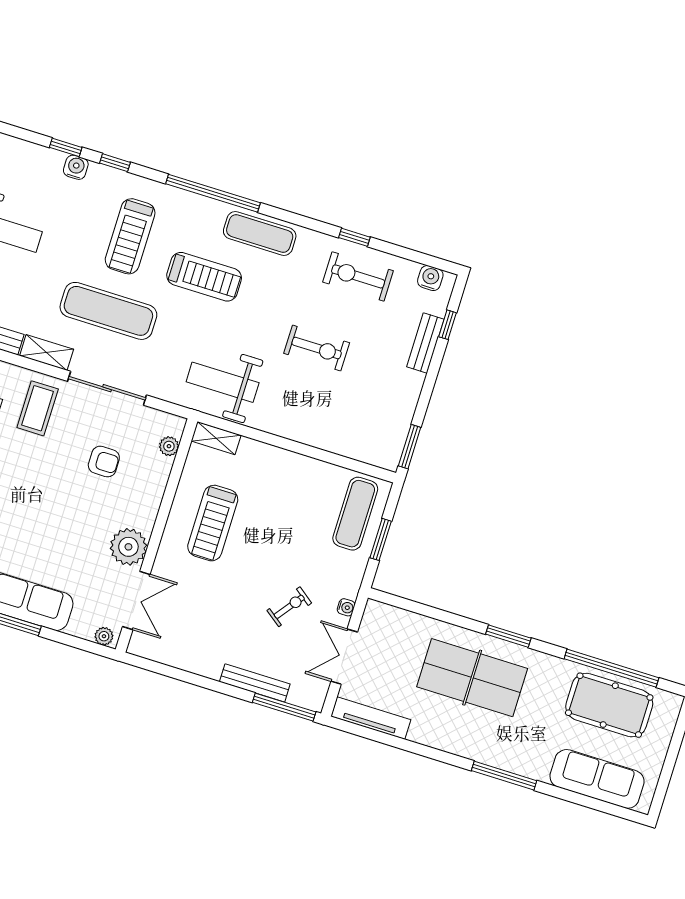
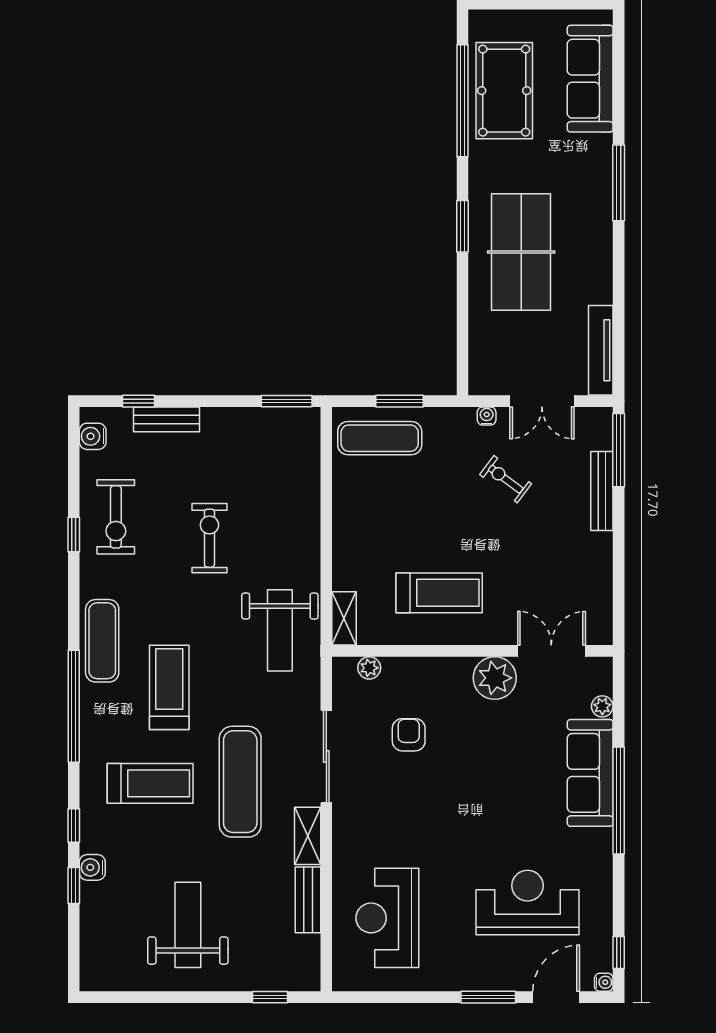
coffee table: (38, 408) -> (373, 827), removed
plant: (104, 636) -> (602, 706), moved

